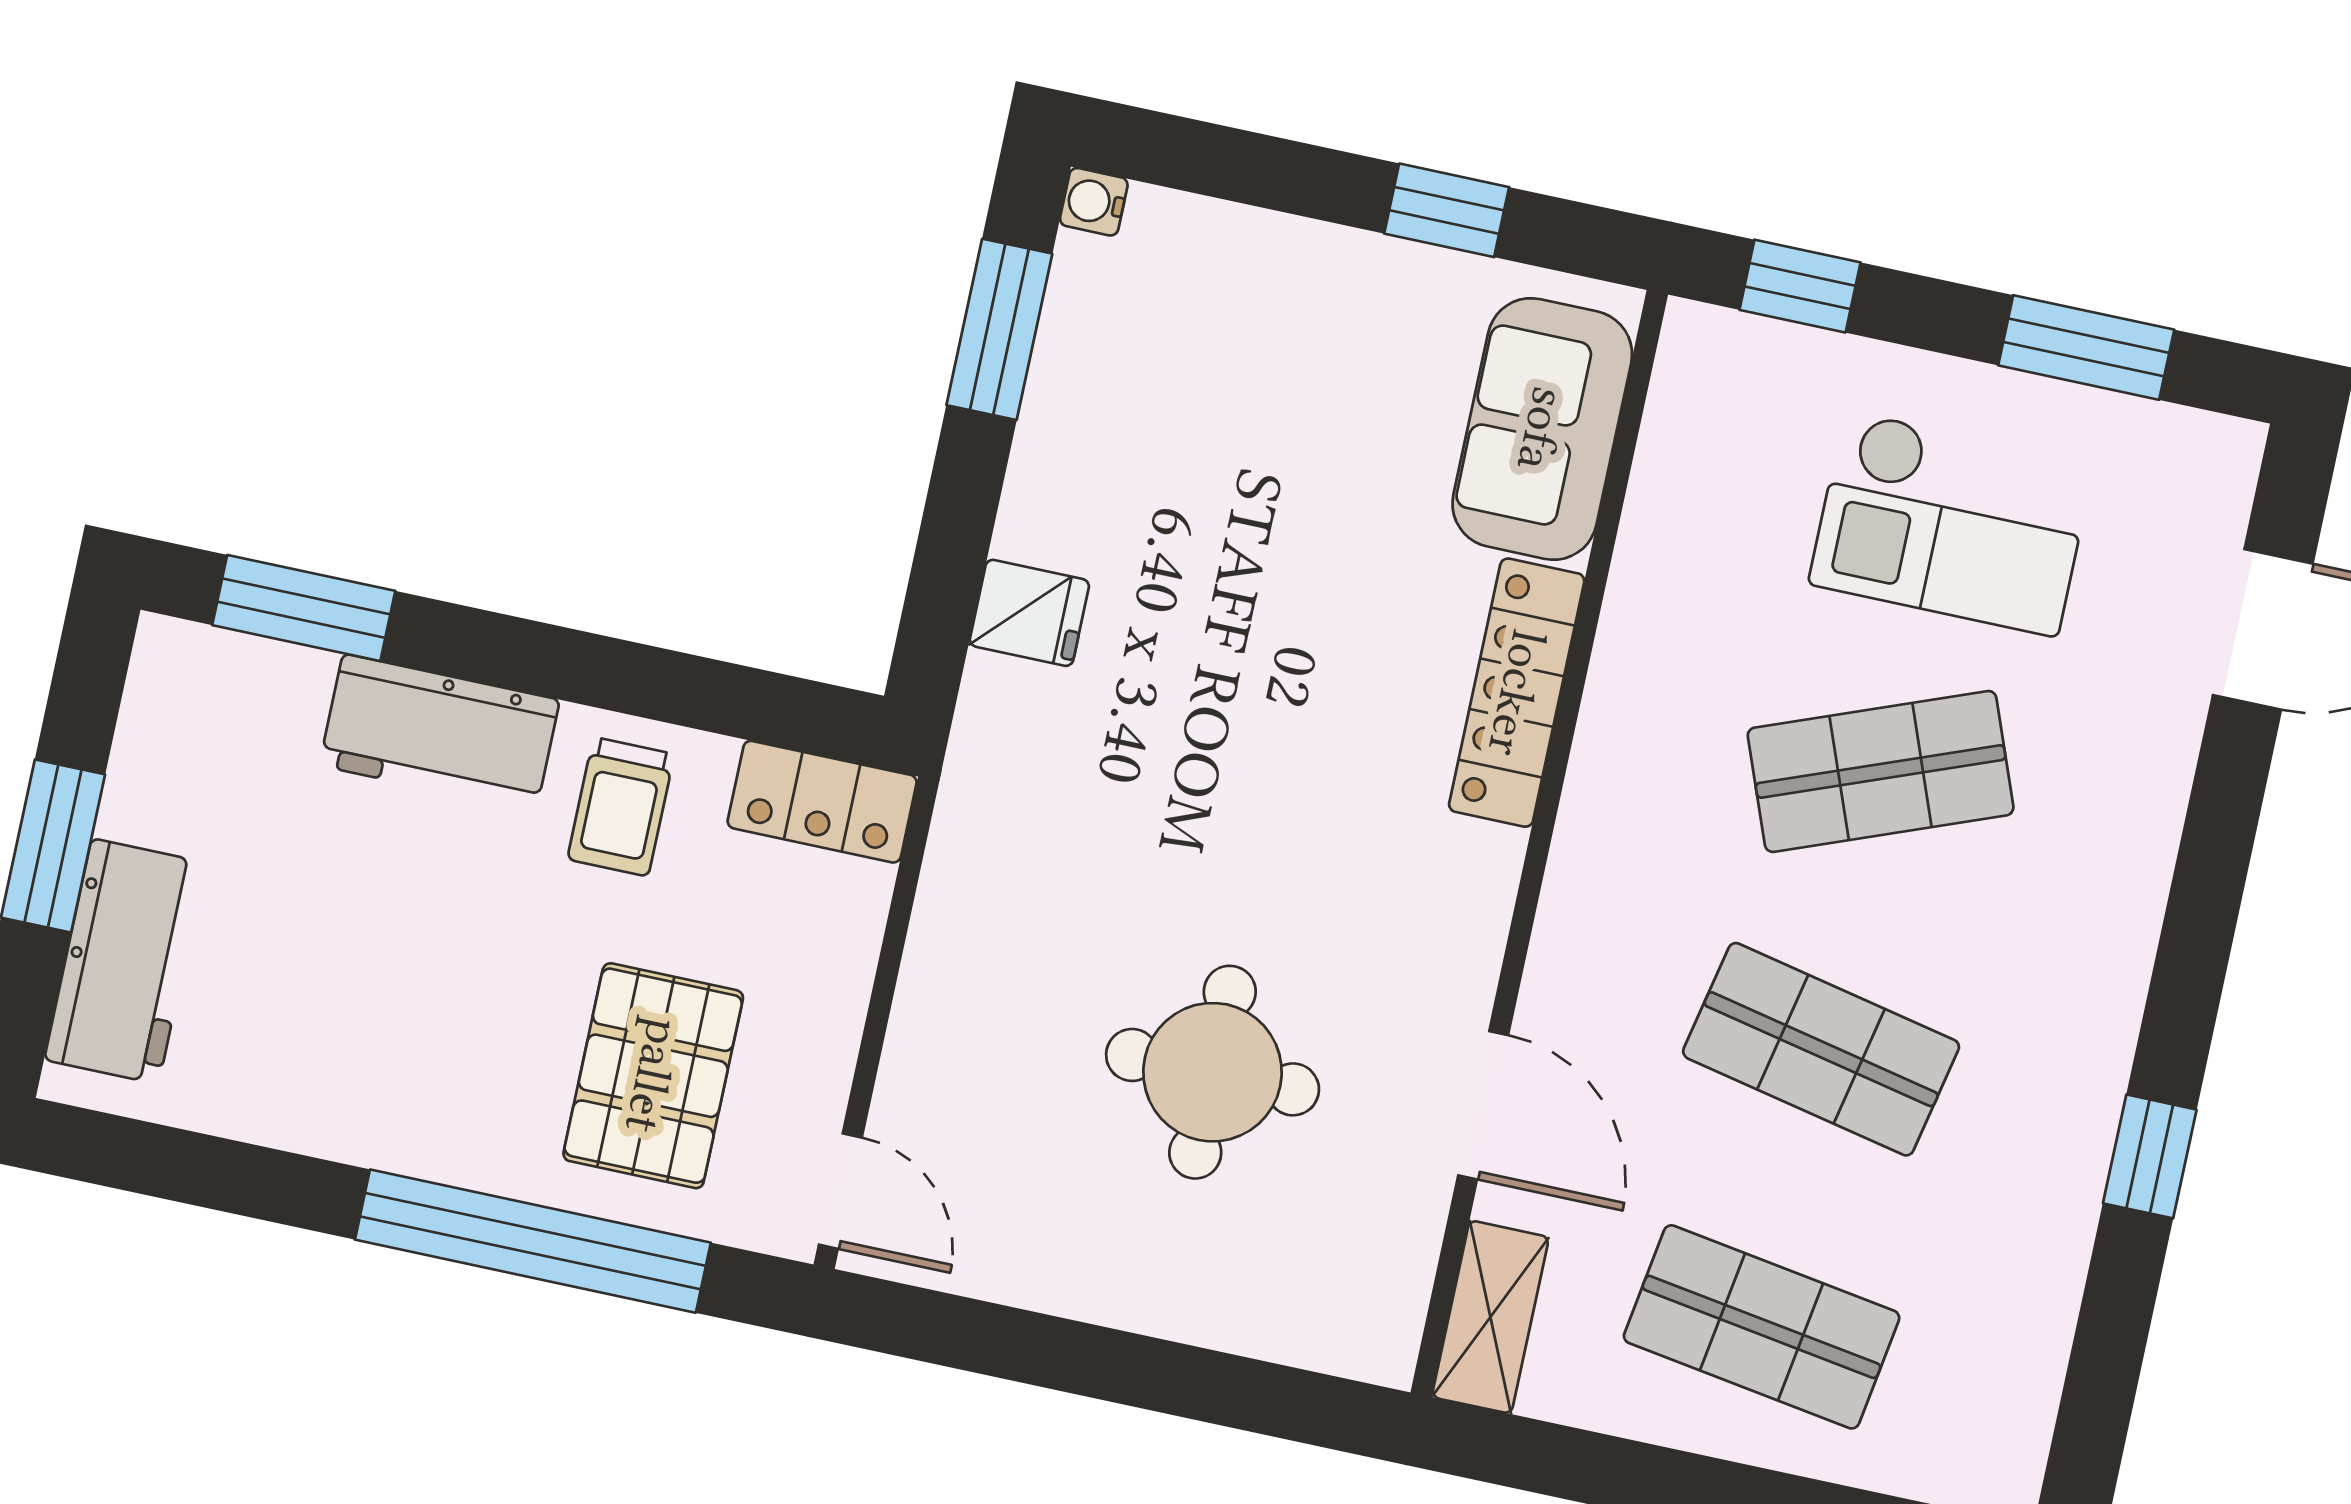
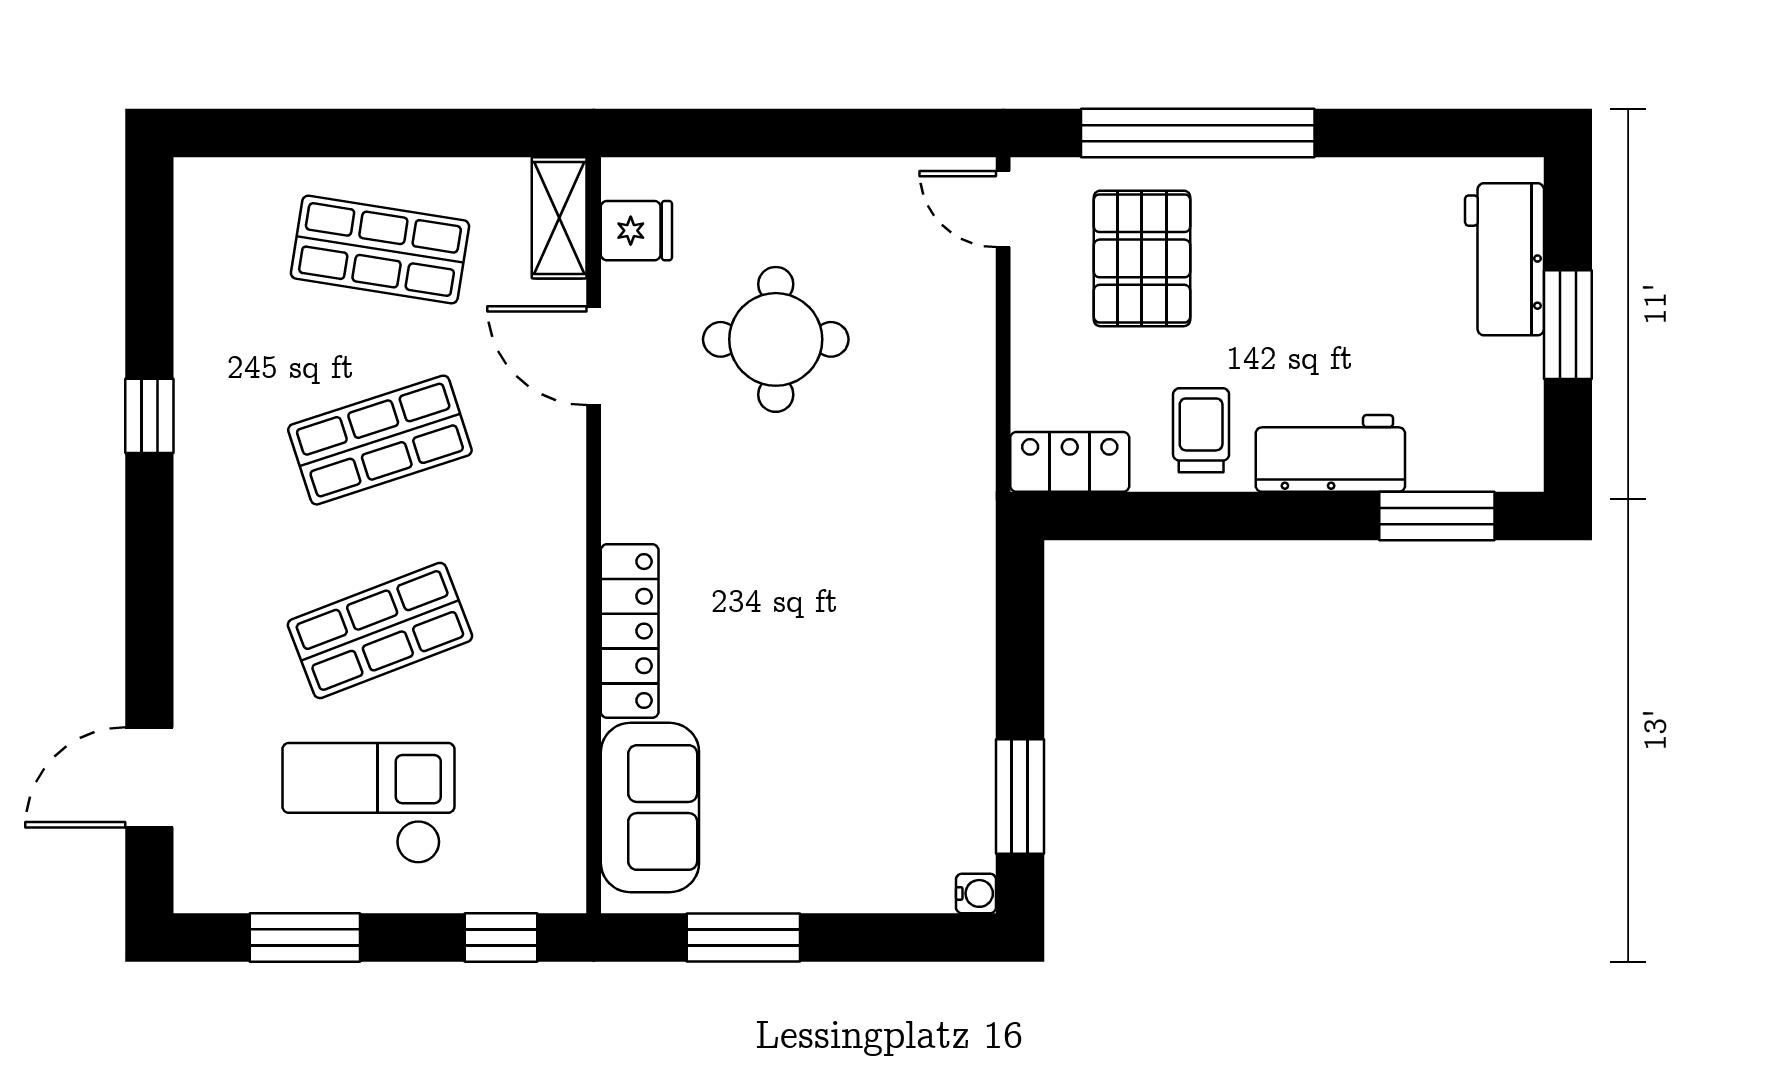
window: (1447, 210) -> (743, 937), width x1.50
fridge: (1029, 613) -> (636, 231), moved, turned 180
shop shelf: (1821, 1049) -> (380, 440), turned -30

